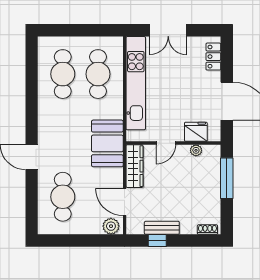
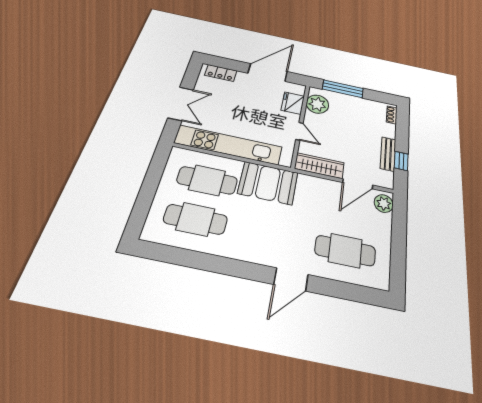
booth: (107, 143) -> (268, 183), moved
plant: (196, 150) -> (317, 104), width x1.88, depth x1.88

